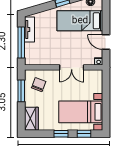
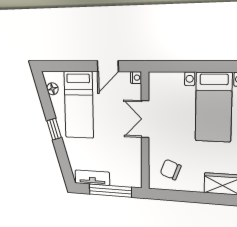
double door: (72, 67) -> (145, 119), swing flipped
window: (21, 91) -> (180, 196), removed

